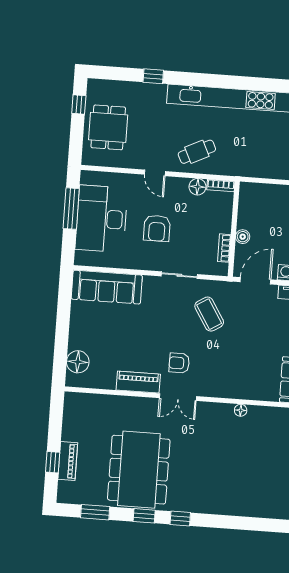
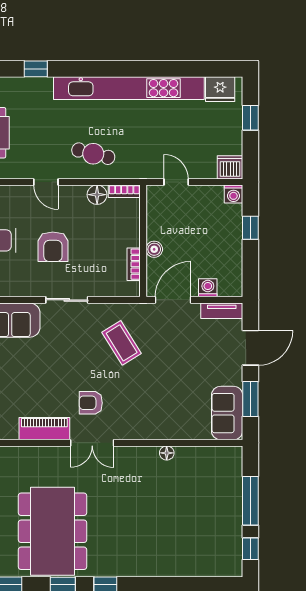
cafe table: (197, 152) -> (93, 154), turned 40
door: (265, 181) -> (176, 182), added
sliding door: (179, 275) -> (67, 300), moved

